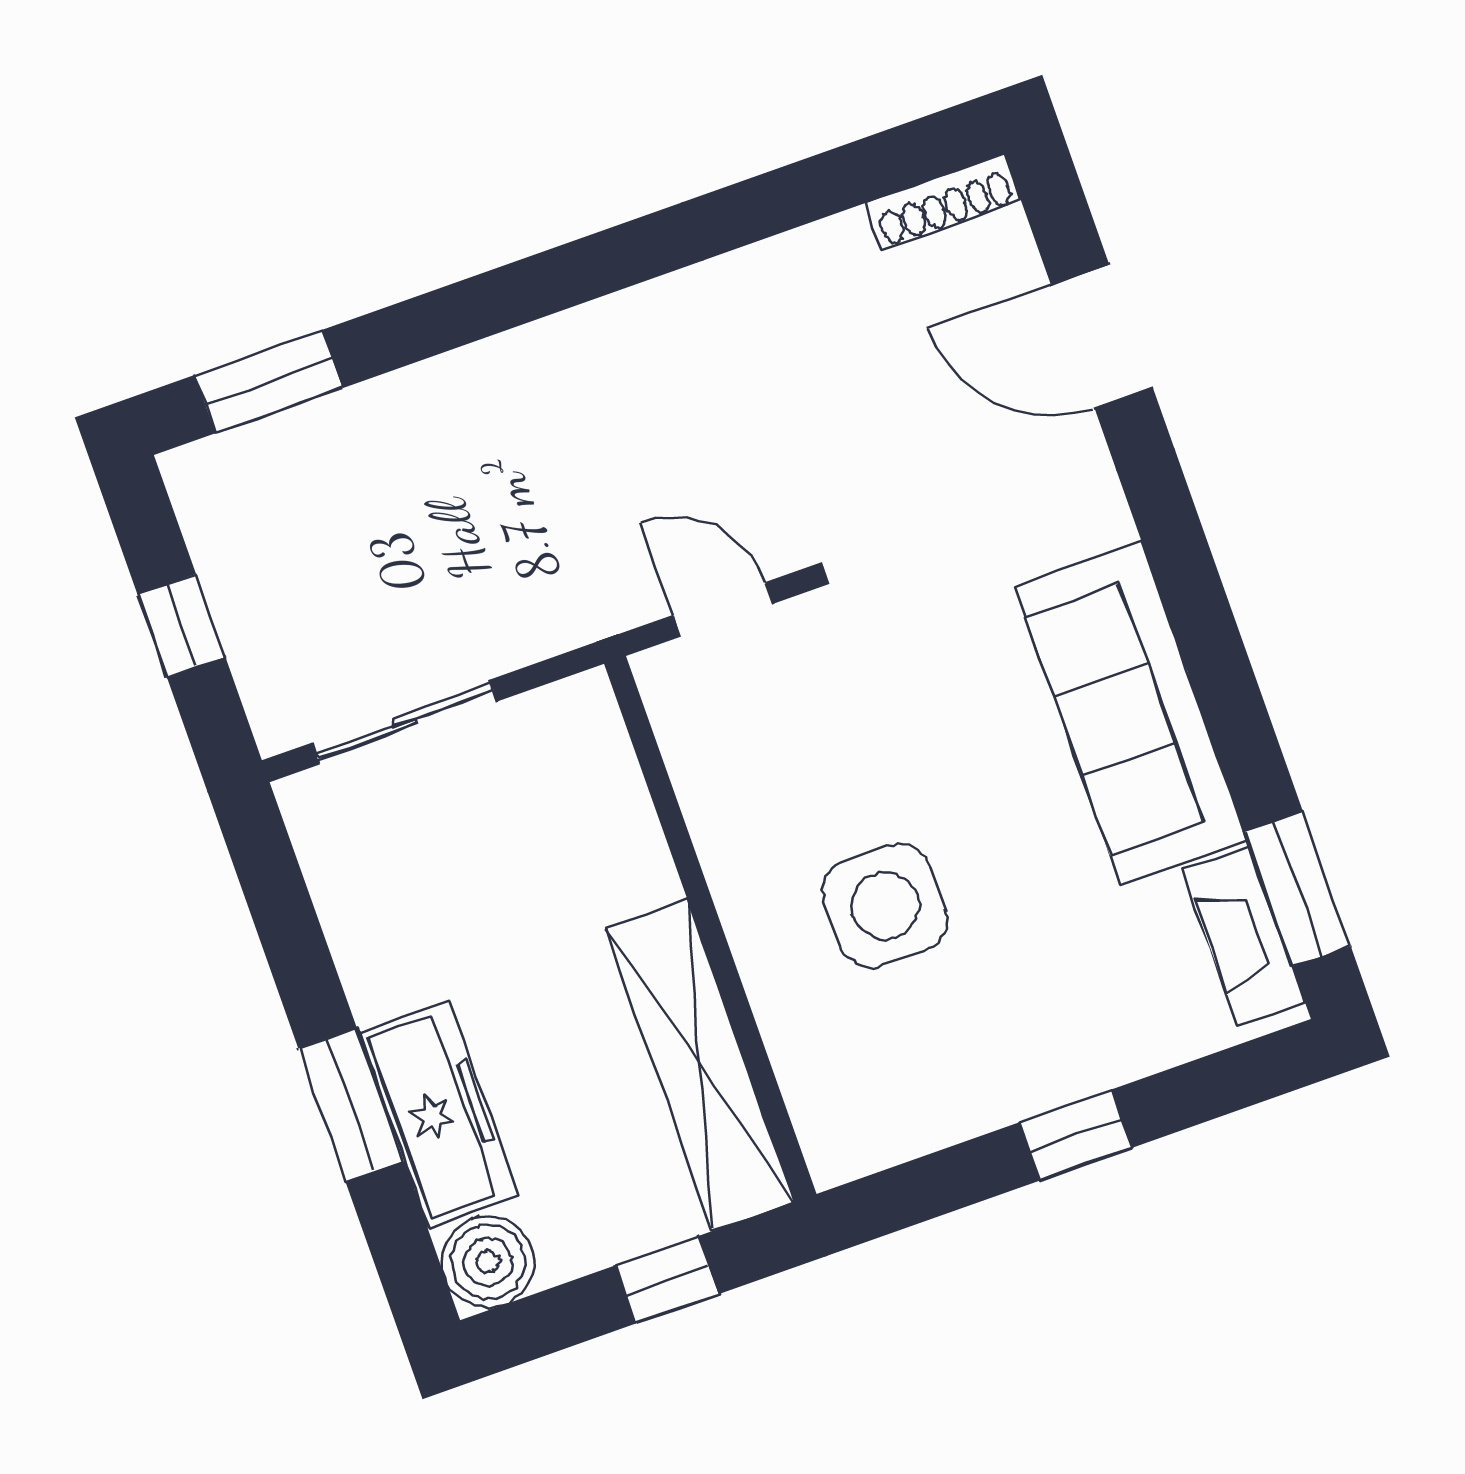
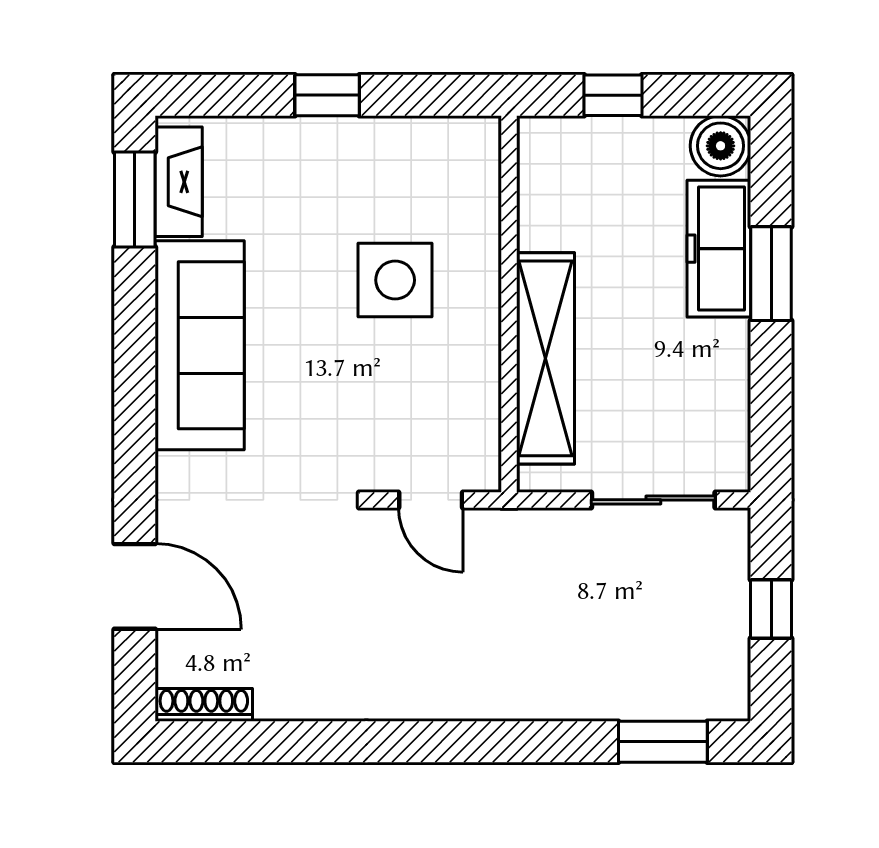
shelving: (700, 1065) -> (545, 358), moved

